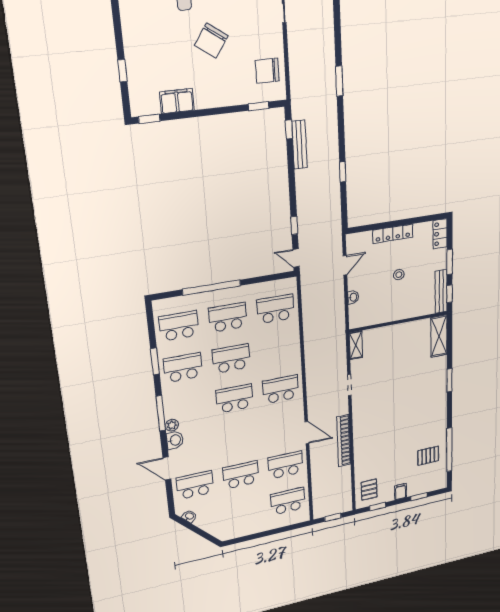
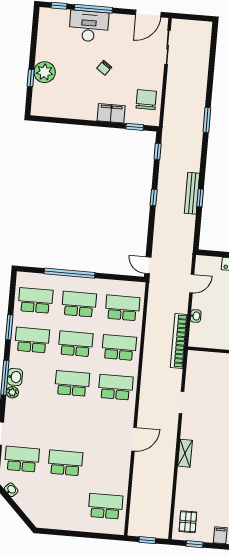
chair: (211, 41) -> (104, 68), width x0.54, depth x0.54
plant: (138, 60) -> (45, 72), added
chair: (267, 71) -> (146, 100), turned 90
filing cabinet: (177, 101) -> (111, 113), moved
window: (149, 119) -> (44, 119), removed
bench: (299, 145) -> (192, 193), moved
window: (294, 225) -> (154, 197), moved
shelving: (356, 345) -> (185, 453), moved
door: (307, 433) -> (134, 439), hinge flipped
washbasin: (175, 440) -> (15, 377), moved
bookcase: (344, 441) -> (179, 341), moved
school desk: (286, 465) -> (119, 348), moved

